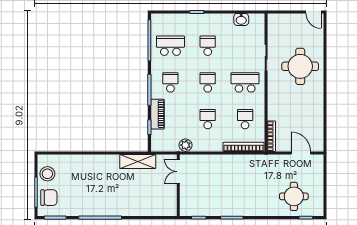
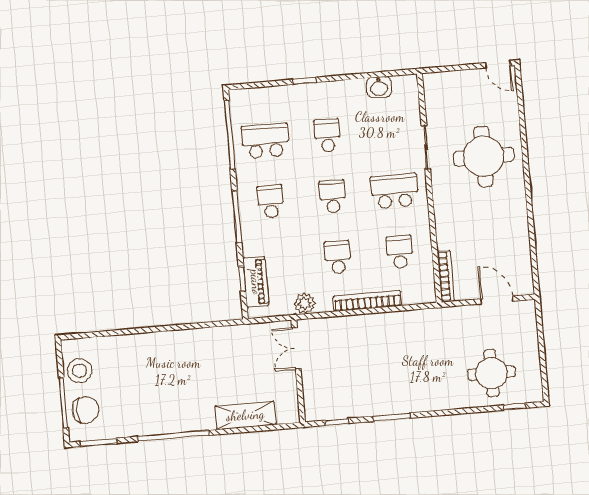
piano: (157, 114) -> (256, 282), moved
bookcase: (244, 147) -> (367, 301), moved
shelving: (138, 161) -> (245, 415), moved

